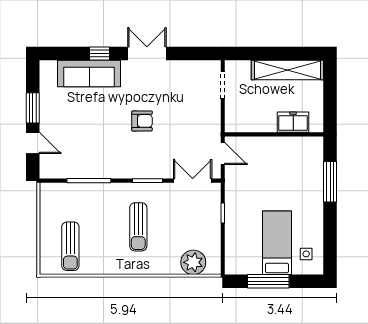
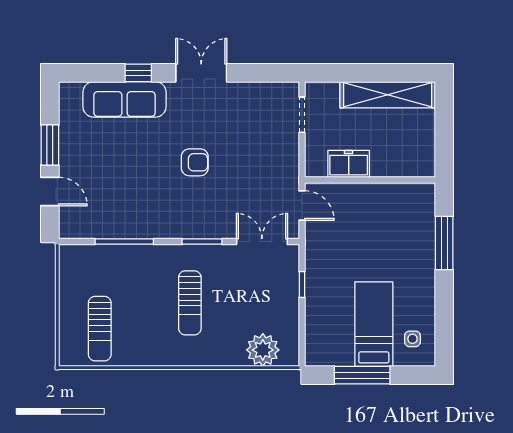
freezer: (293, 122) -> (349, 164), moved

